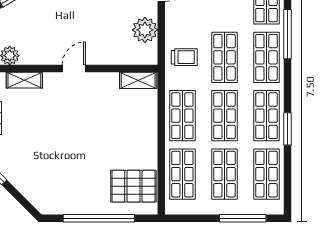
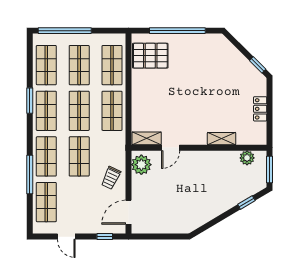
plant: (145, 30) -> (141, 165), moved
trolley: (184, 57) -> (111, 178), moved, turned -65
door: (74, 68) -> (171, 148), moved
shelving: (24, 80) -> (222, 139), moved
window: (243, 218) -> (65, 31), width x1.46

